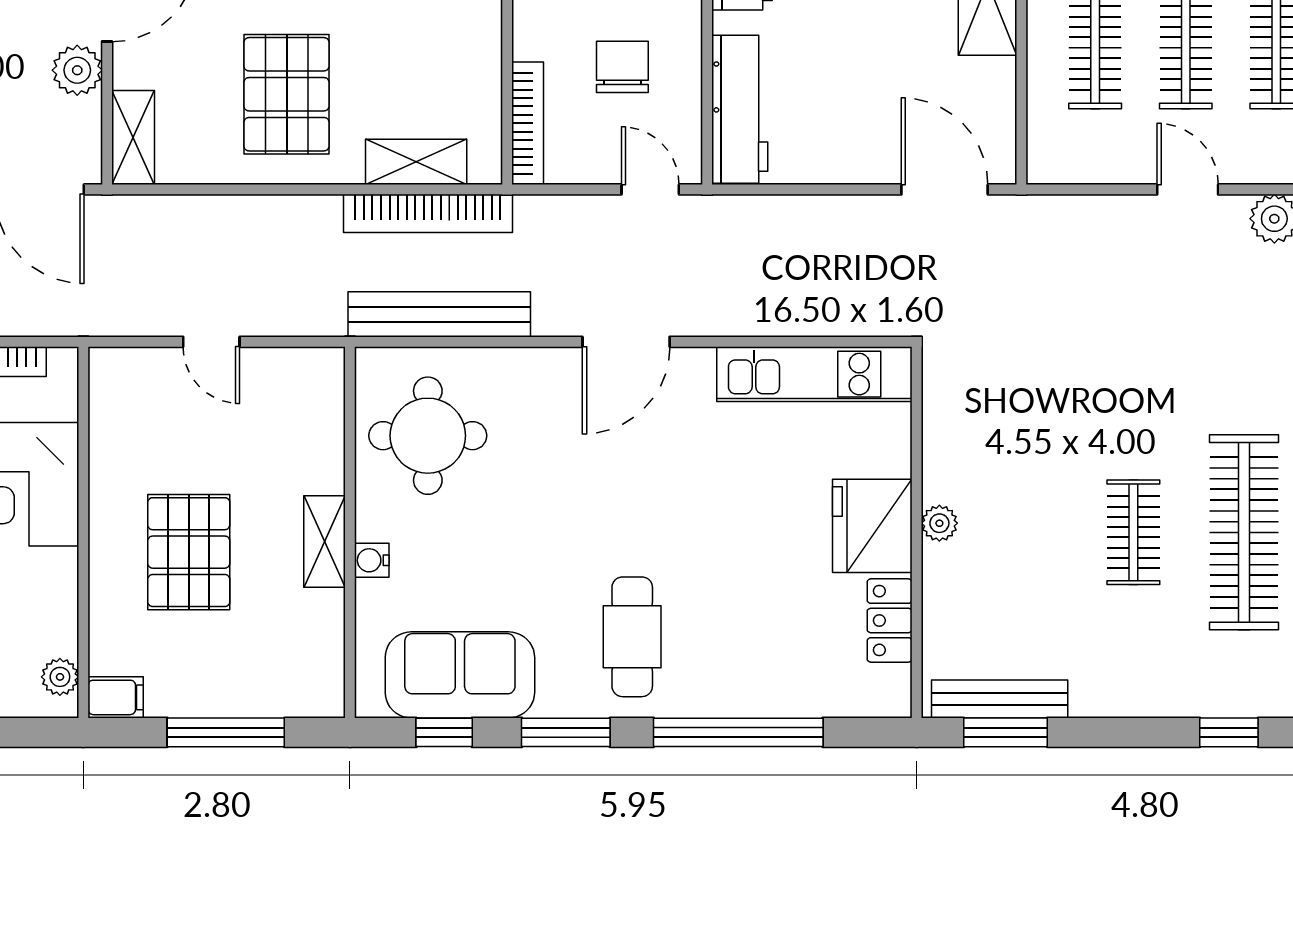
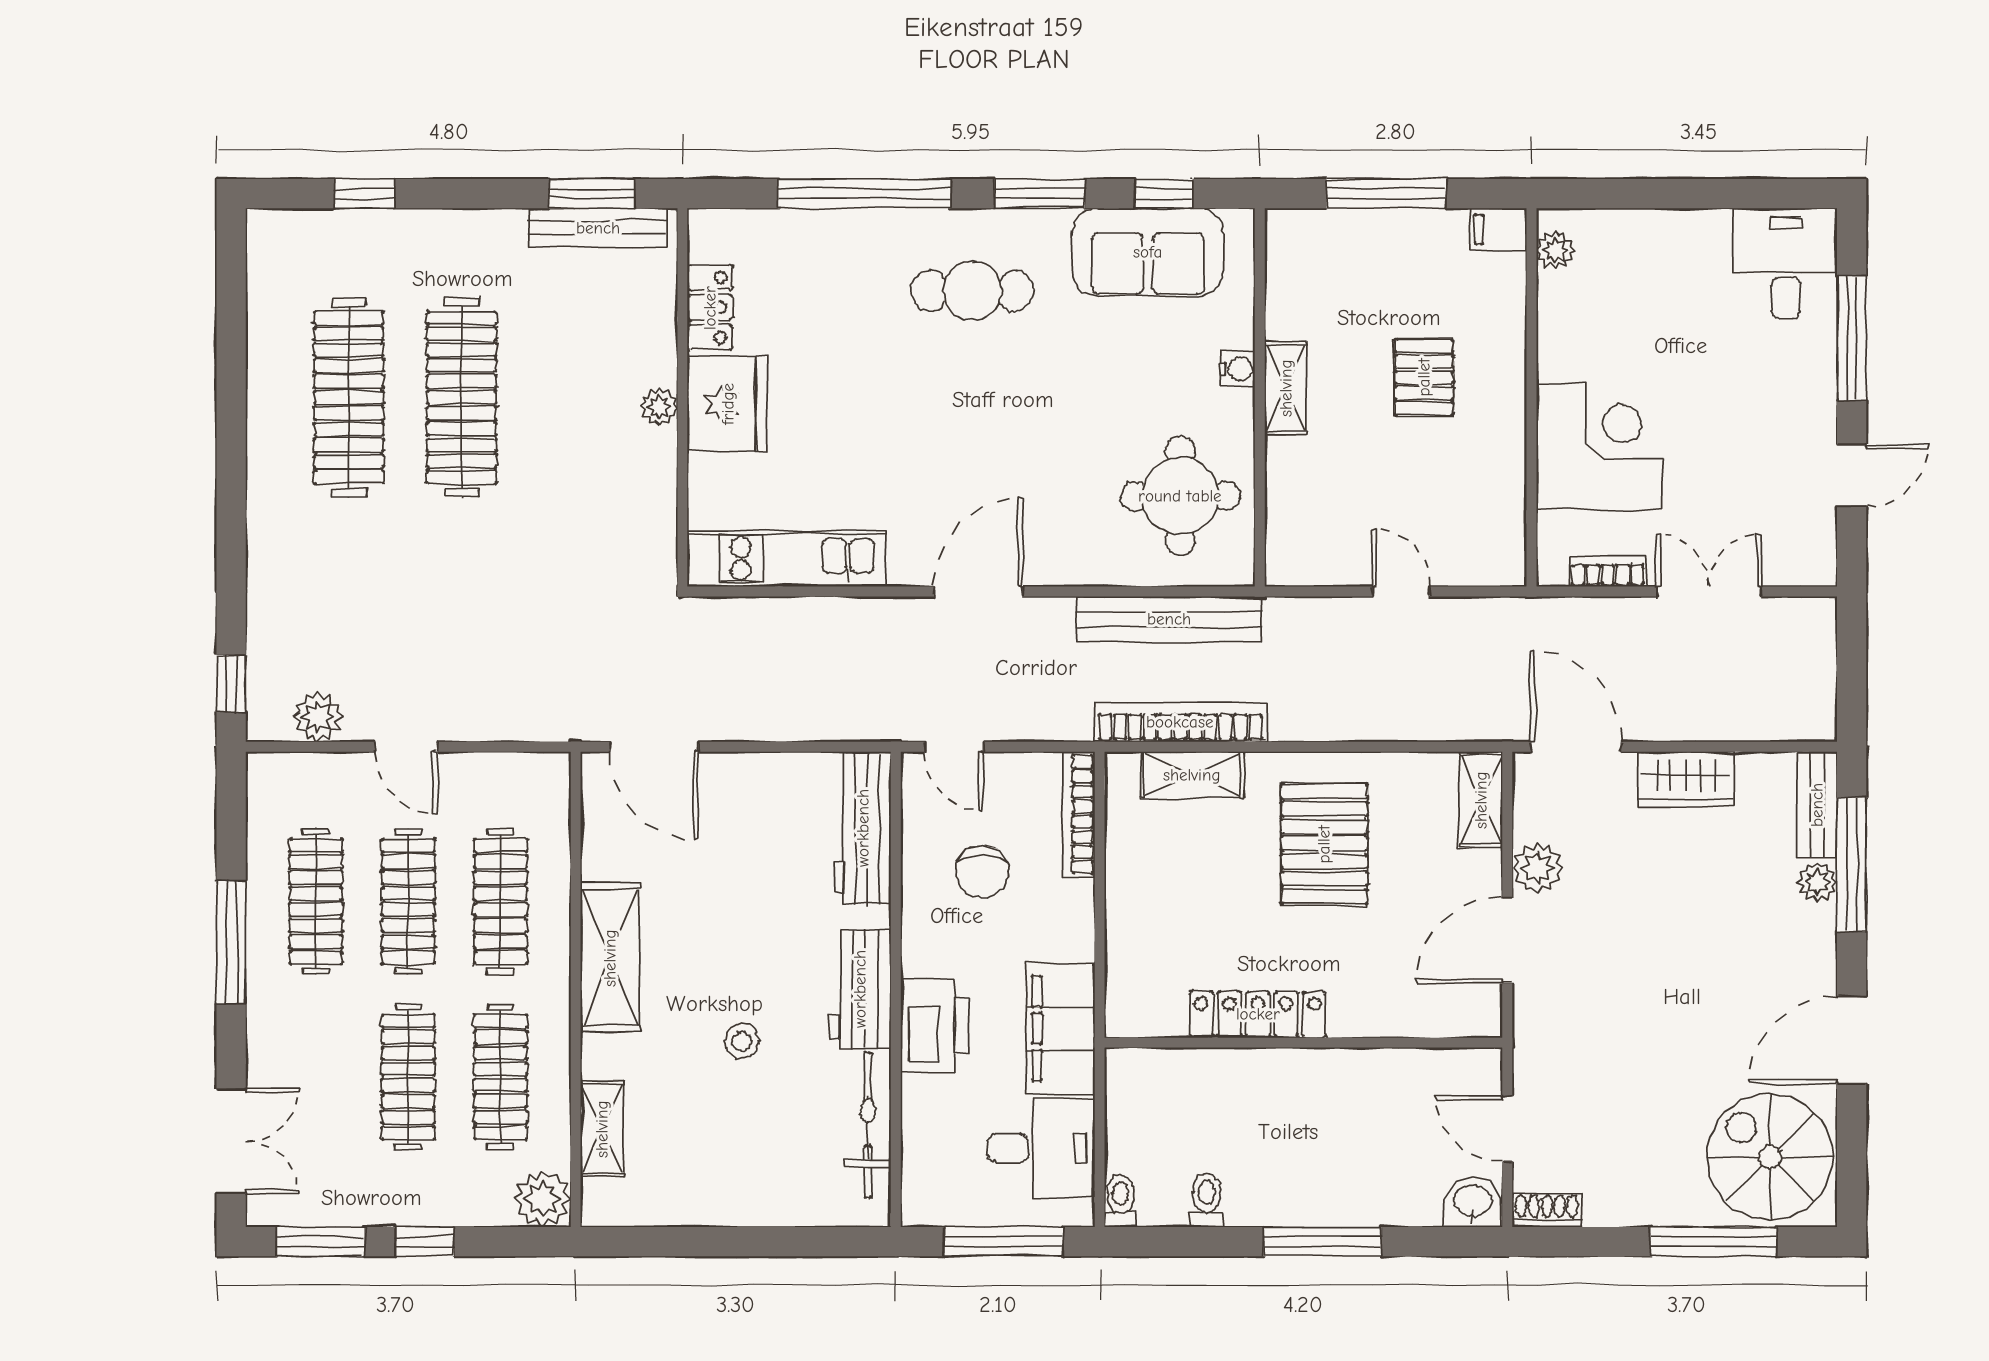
clothes rail: (1133, 532) -> (462, 397), width x1.86, depth x1.31
pallet: (189, 552) -> (1424, 377), width x0.67, depth x0.71
cafe table: (632, 637) -> (972, 291), turned 90

